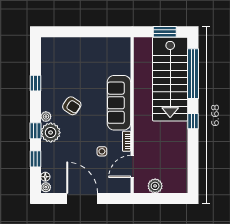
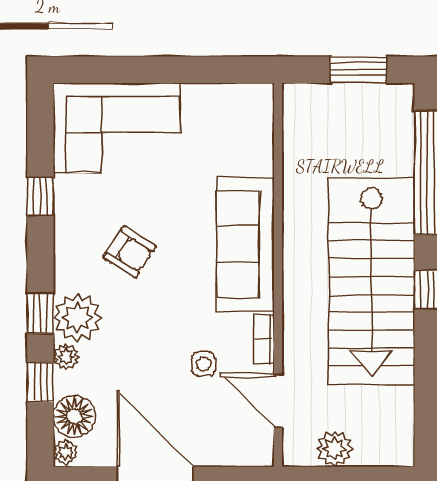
corner sofa: (66, 55) -> (117, 128), added
stairs: (170, 79) -> (372, 281), moved
plant: (46, 117) -> (66, 357), moved
door: (132, 166) -> (278, 401), hinge flipped
floor lamp: (45, 177) -> (74, 416), width x1.89, depth x1.89

